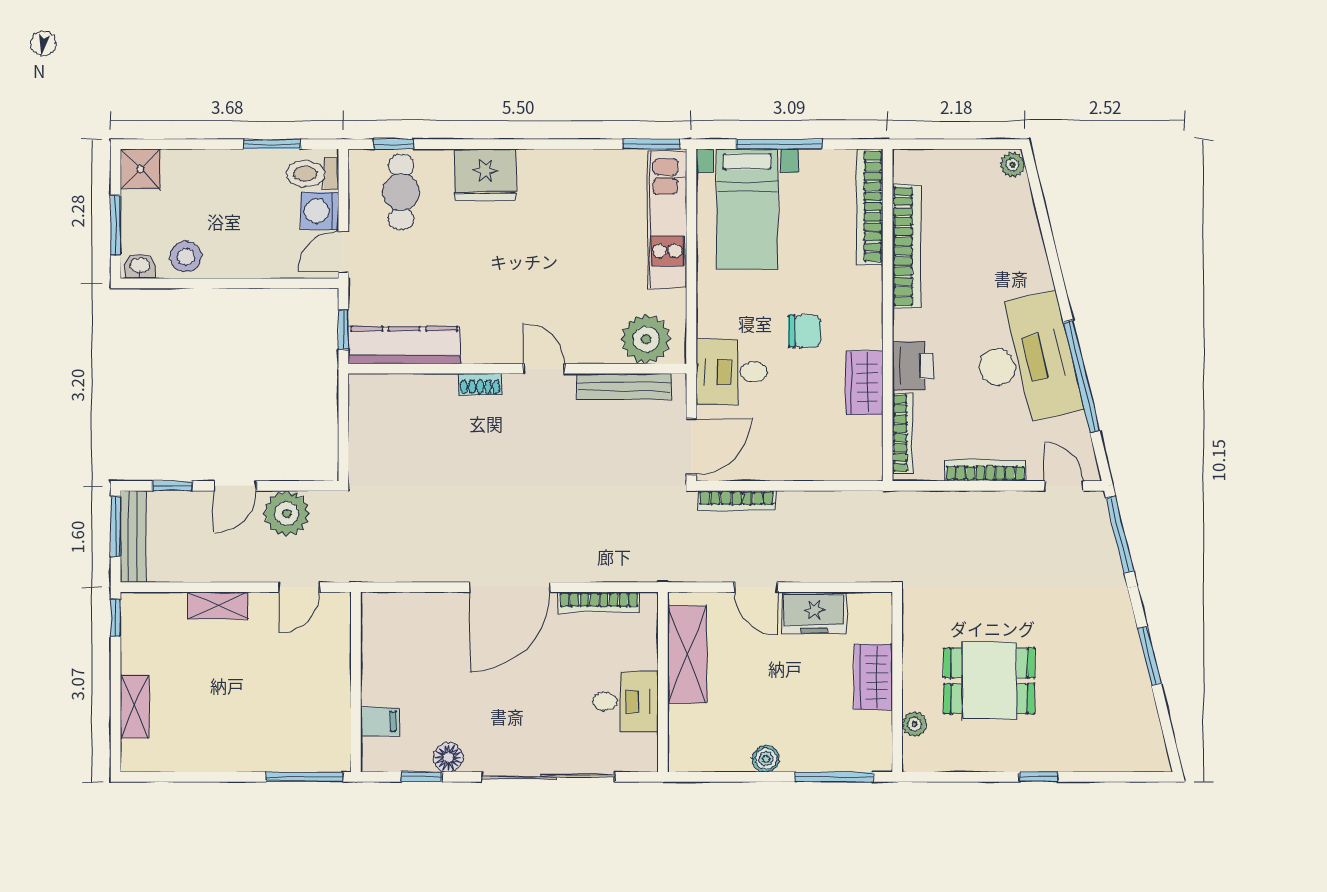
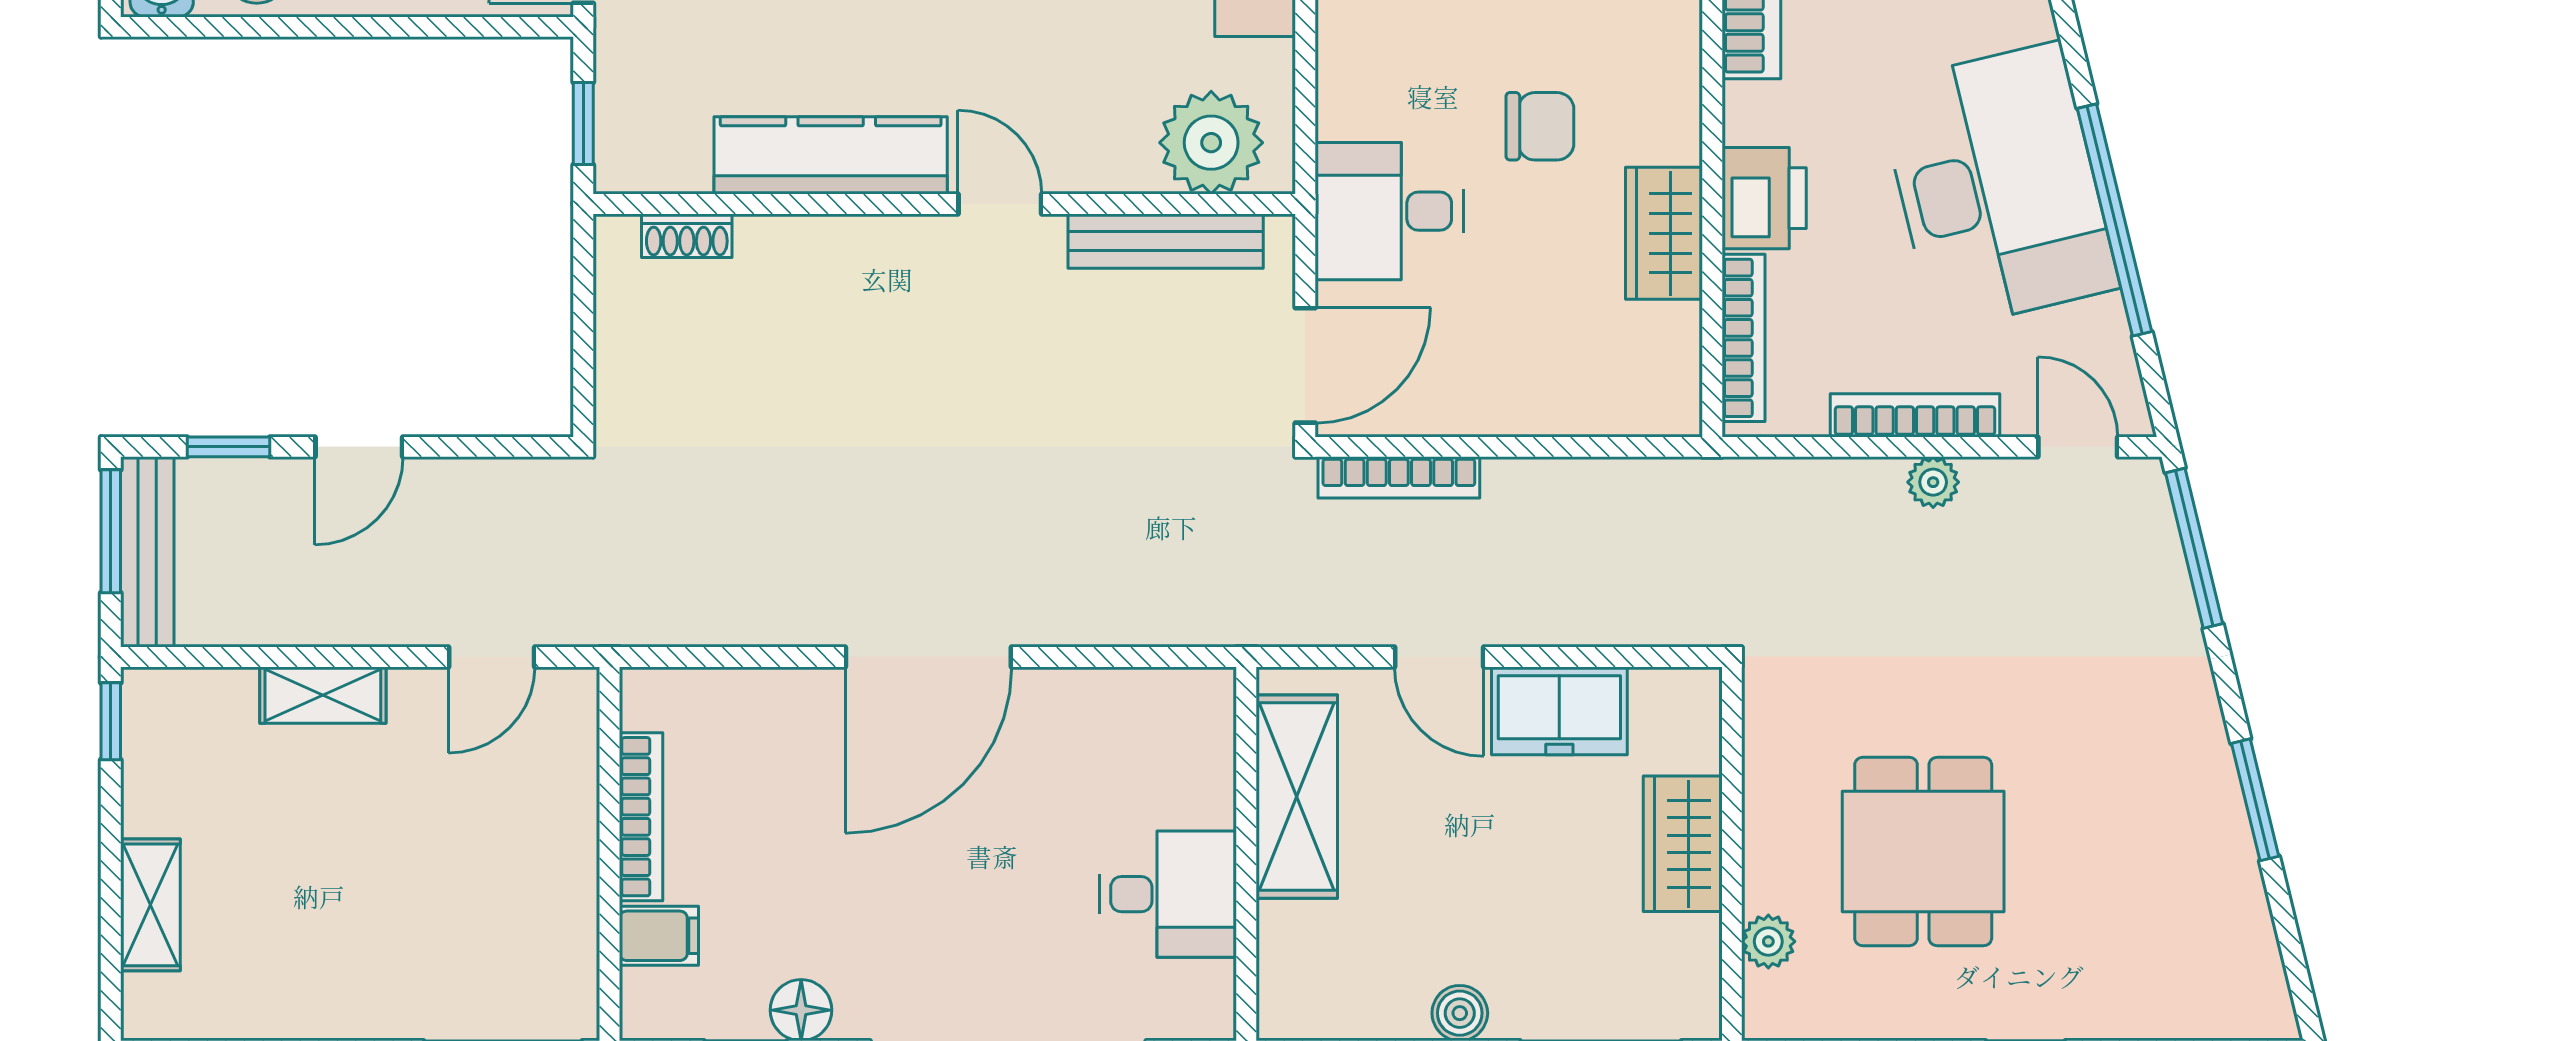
kitchen counter: (404, 345) -> (831, 155), moved
shoe rack: (480, 384) -> (687, 236), moved
plant: (287, 514) -> (1933, 482), moved, width x0.53, depth x0.53
bookcase: (599, 602) -> (641, 817), moved, turned -90
dining table: (989, 681) -> (1923, 852), turned 90

